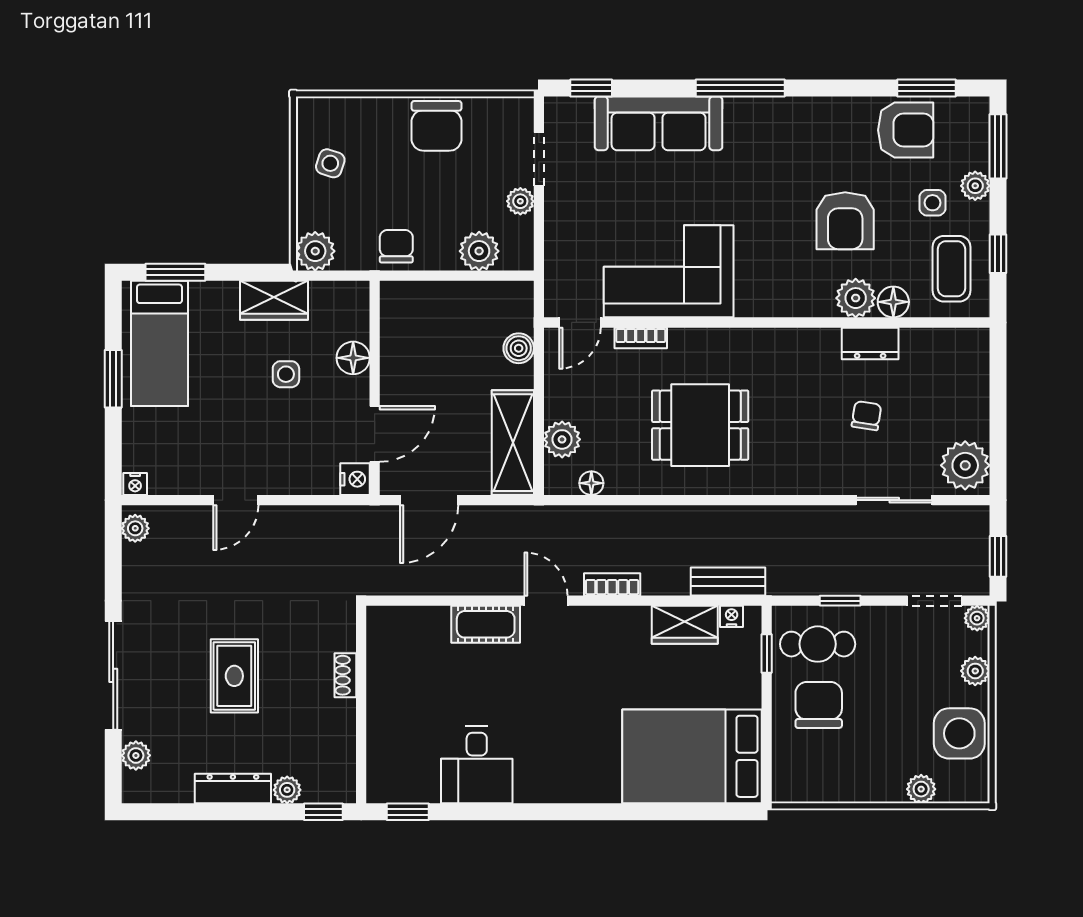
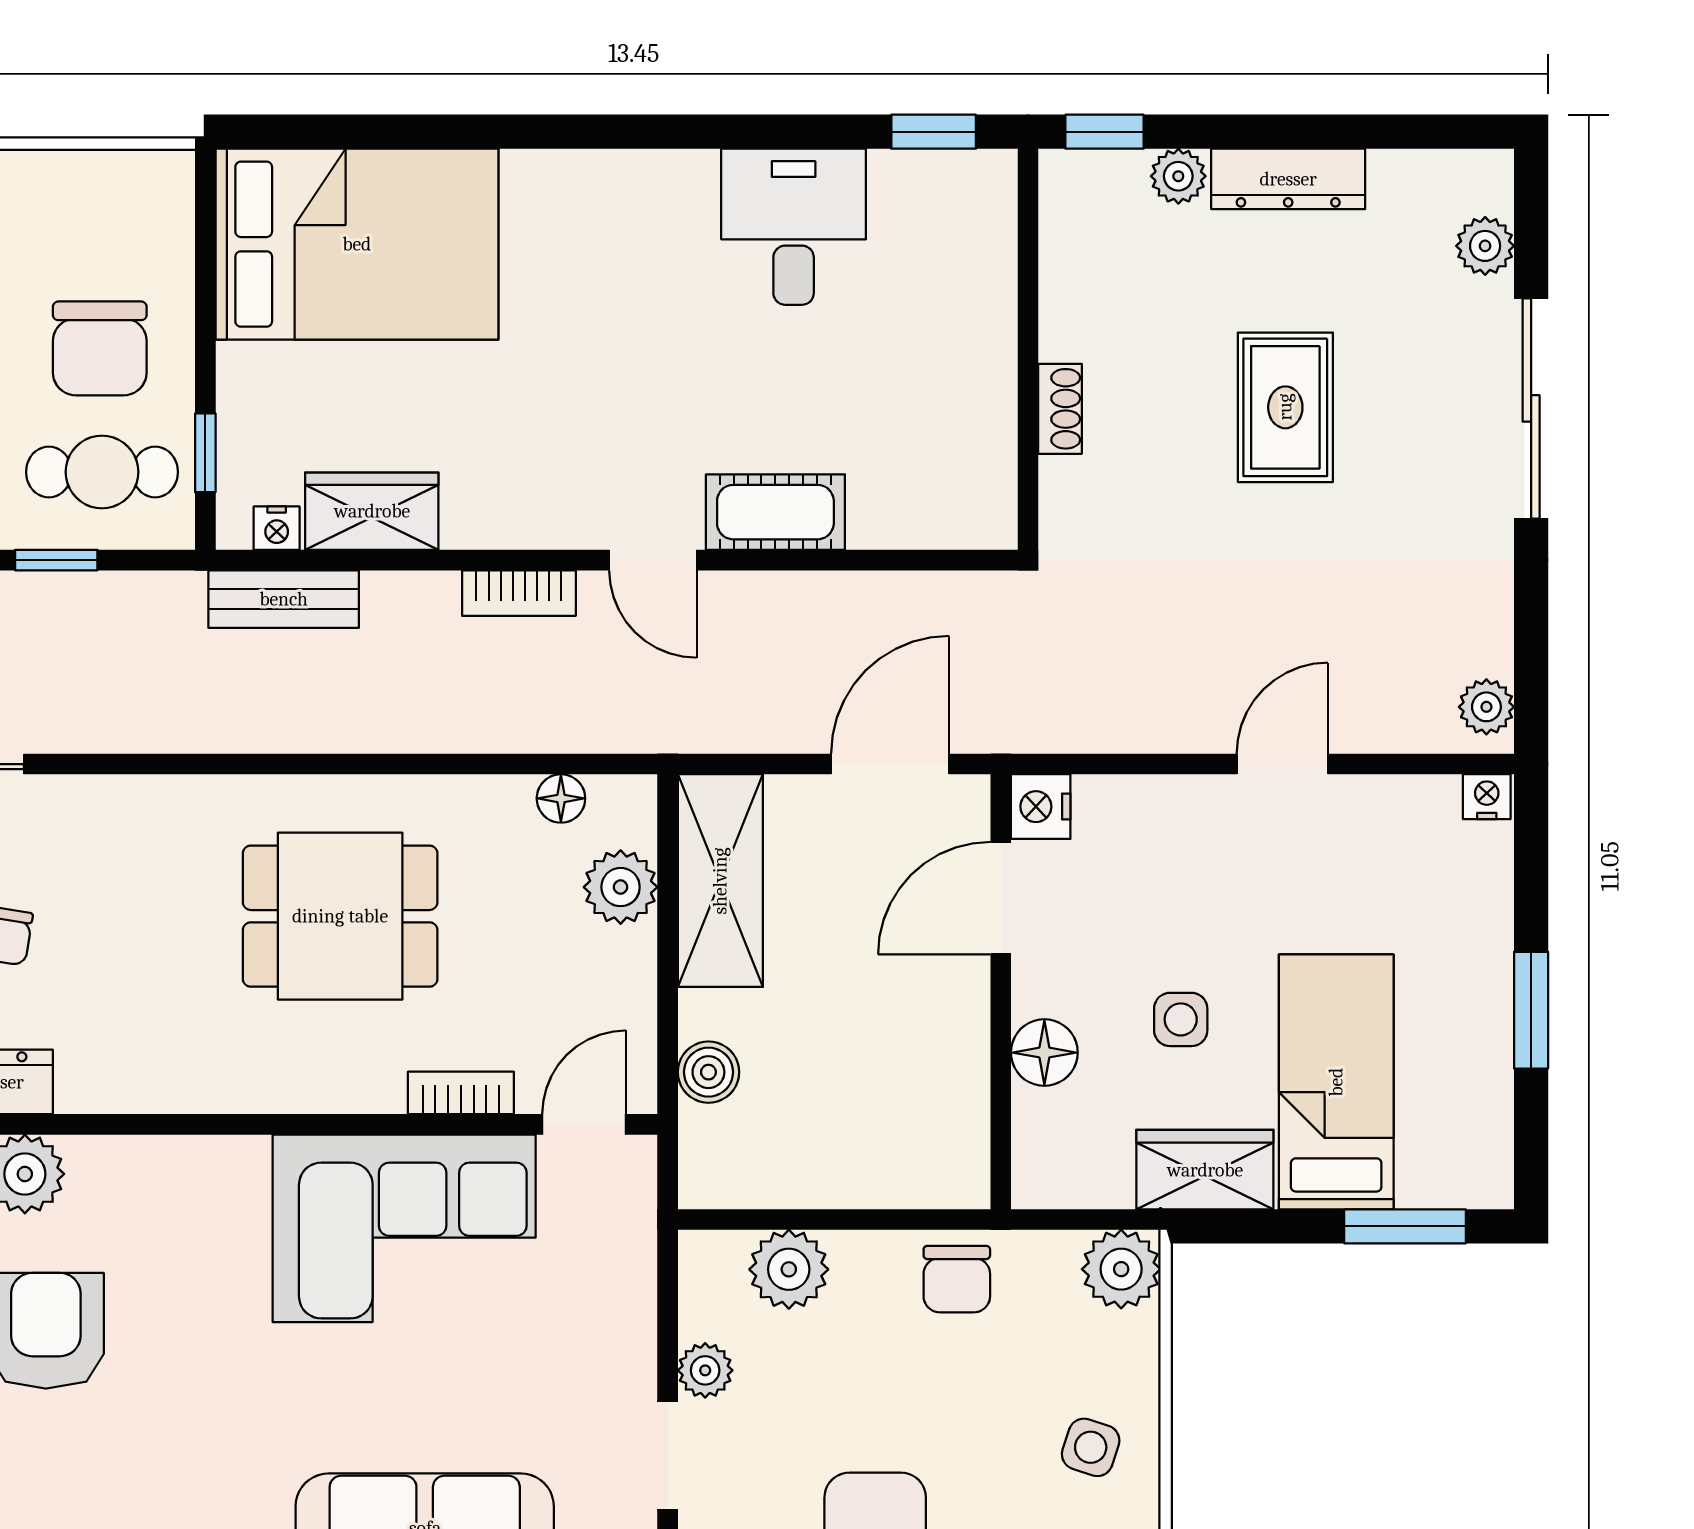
bed: (159, 343) -> (1336, 1082), moved

